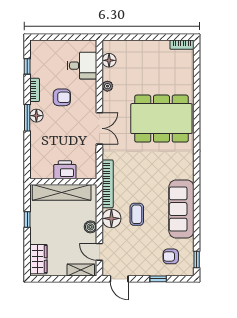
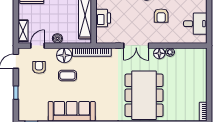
floor lamp: (109, 60) -> (159, 53), moved
desk: (82, 66) -> (195, 24), moved, turned -90
armchair: (171, 256) -> (39, 67), moved

